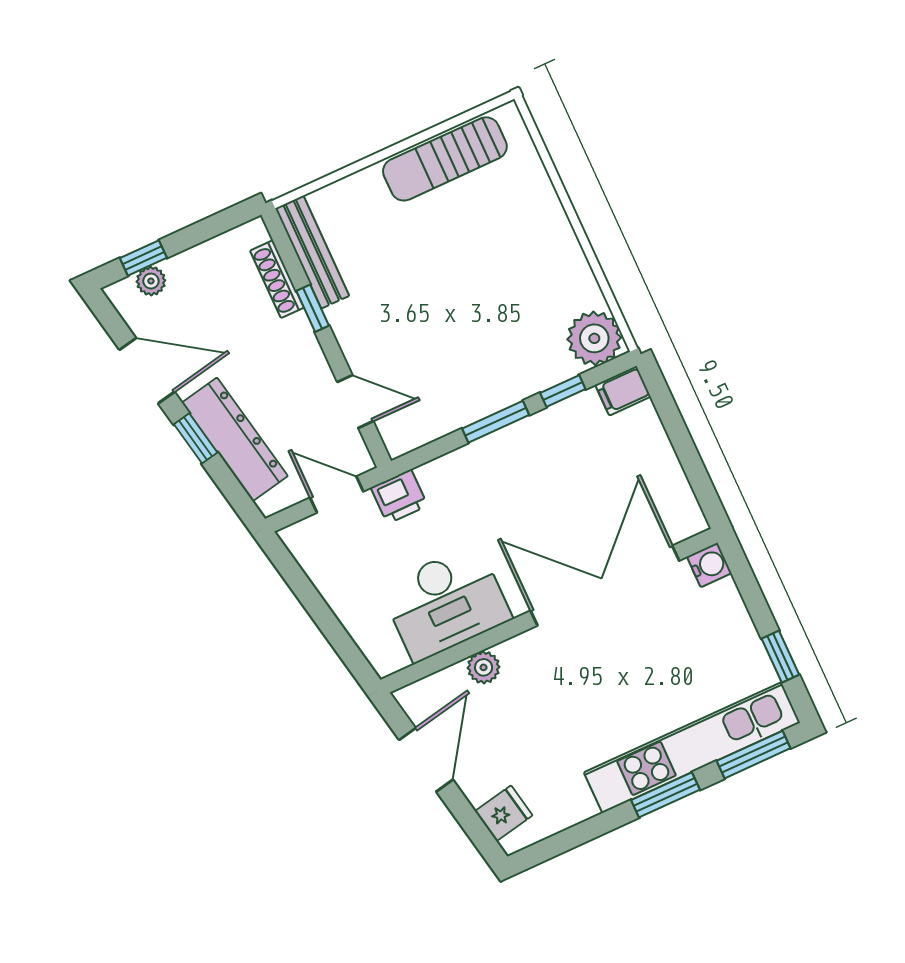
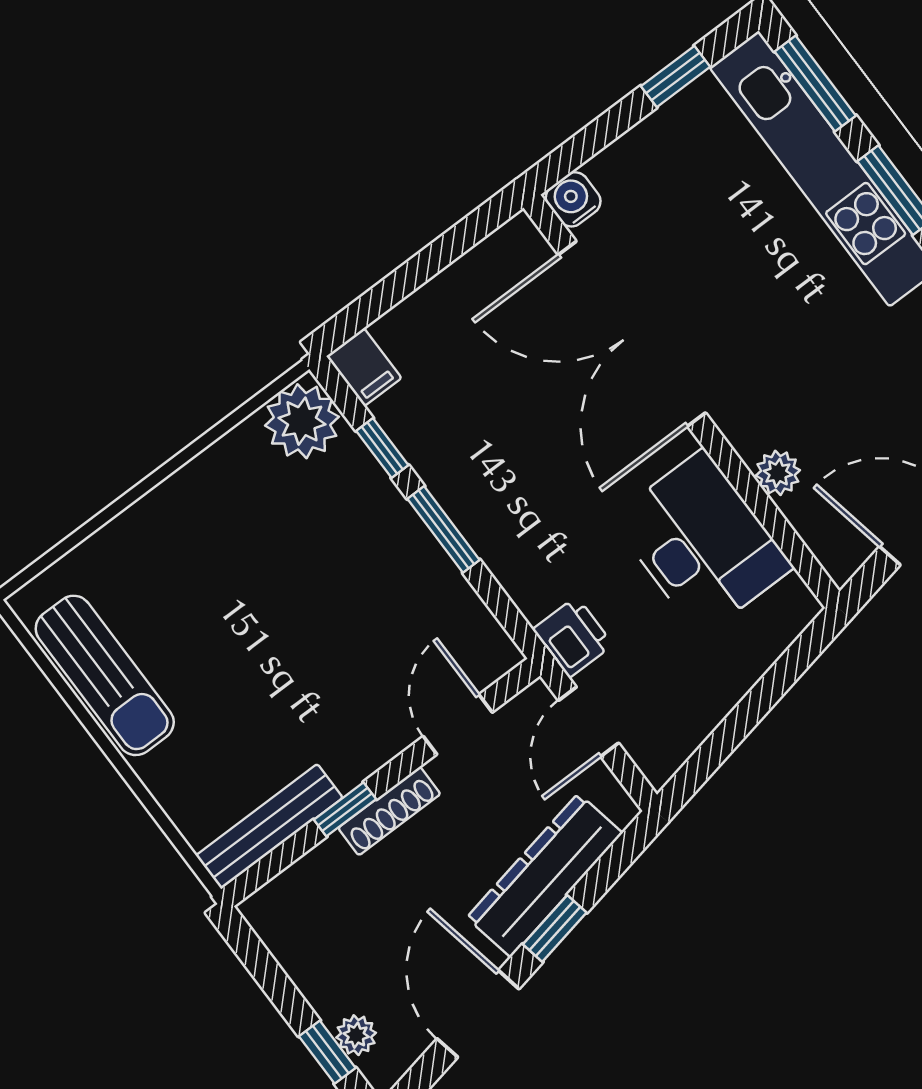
shoe rack: (277, 279) -> (389, 811), moved

